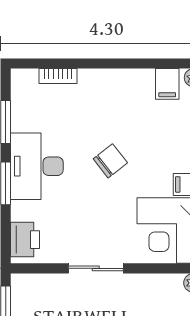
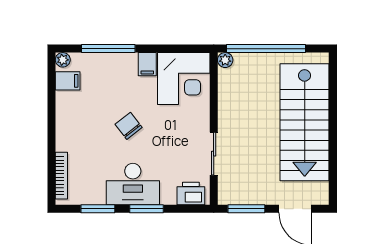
bookcase: (58, 76) -> (61, 176), width x1.56
sliding door: (96, 268) -> (214, 154), moved

